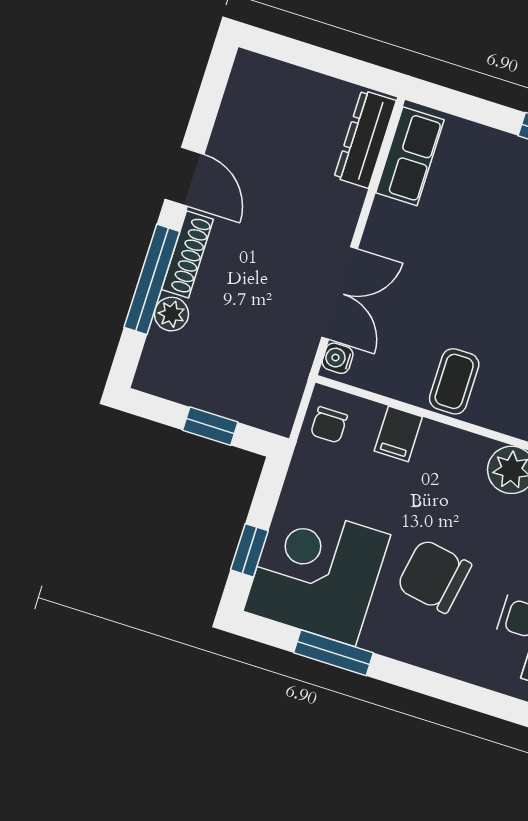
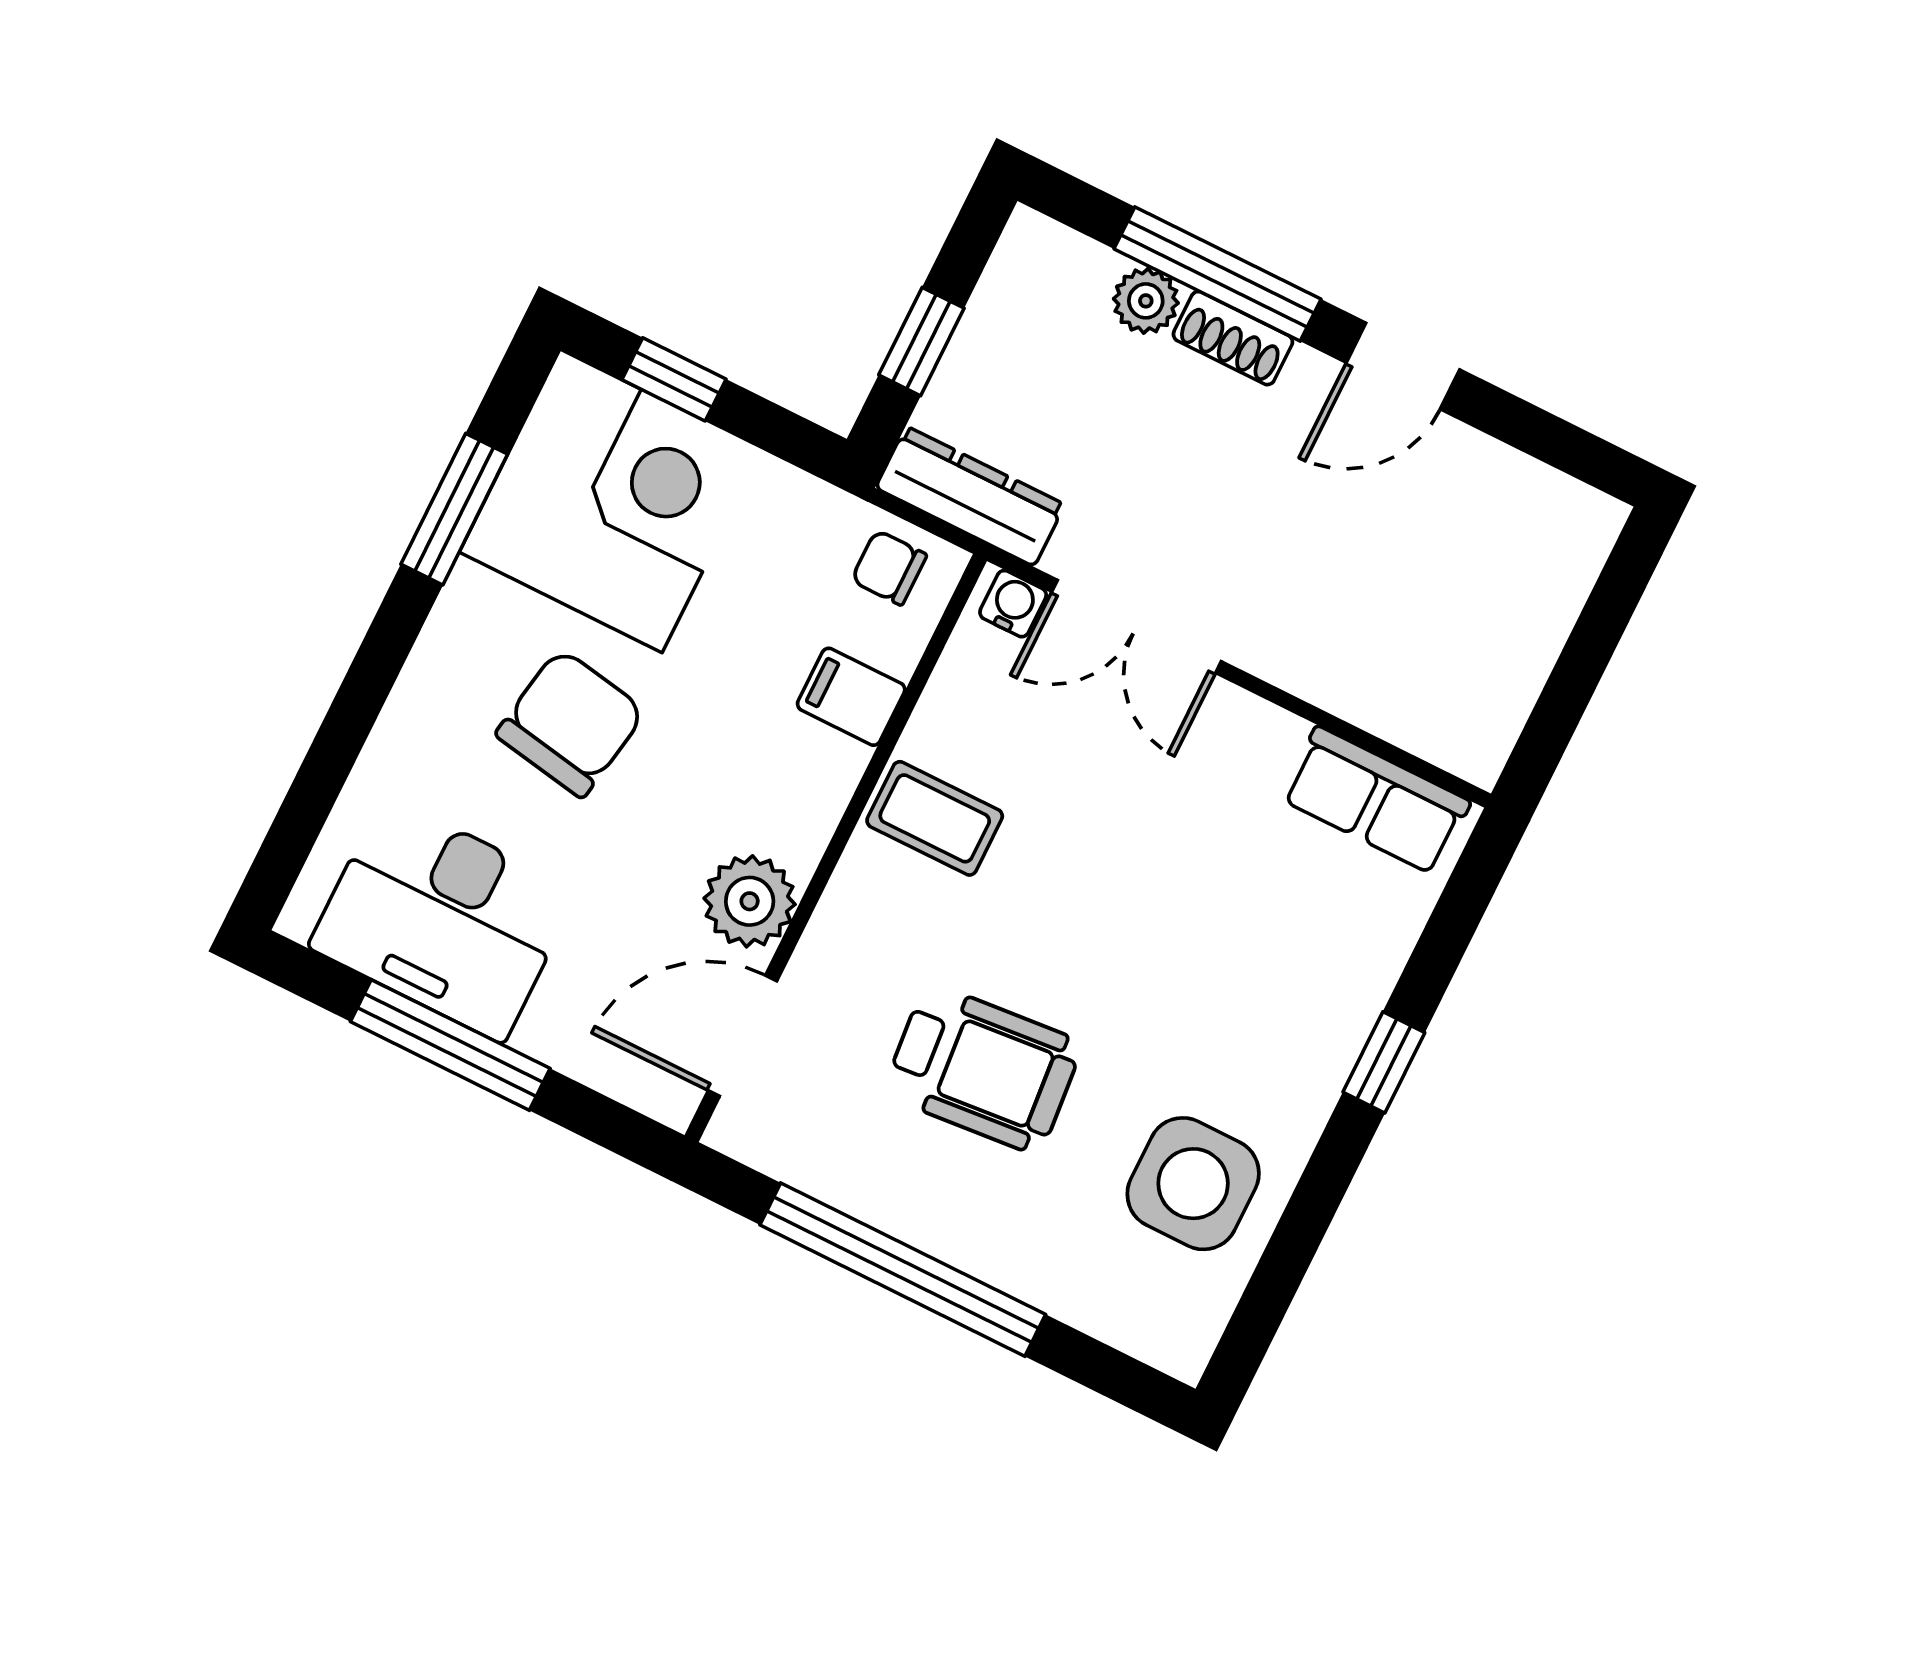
dresser: (365, 139) -> (970, 496), moved
shoe rack: (187, 254) -> (1233, 338), width x0.70

